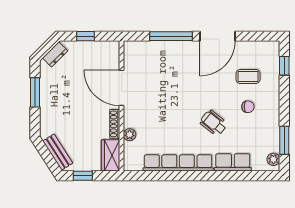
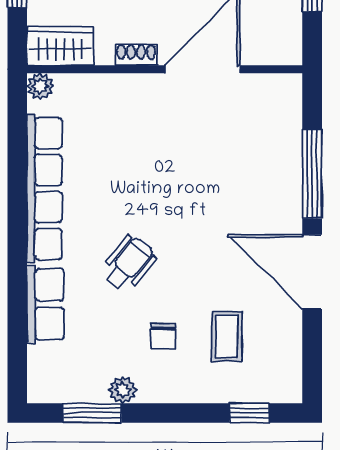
shoe rack: (115, 124) -> (136, 55), width x0.70
plant: (130, 135) -> (40, 86), moved
plant: (273, 159) -> (123, 390), moved

